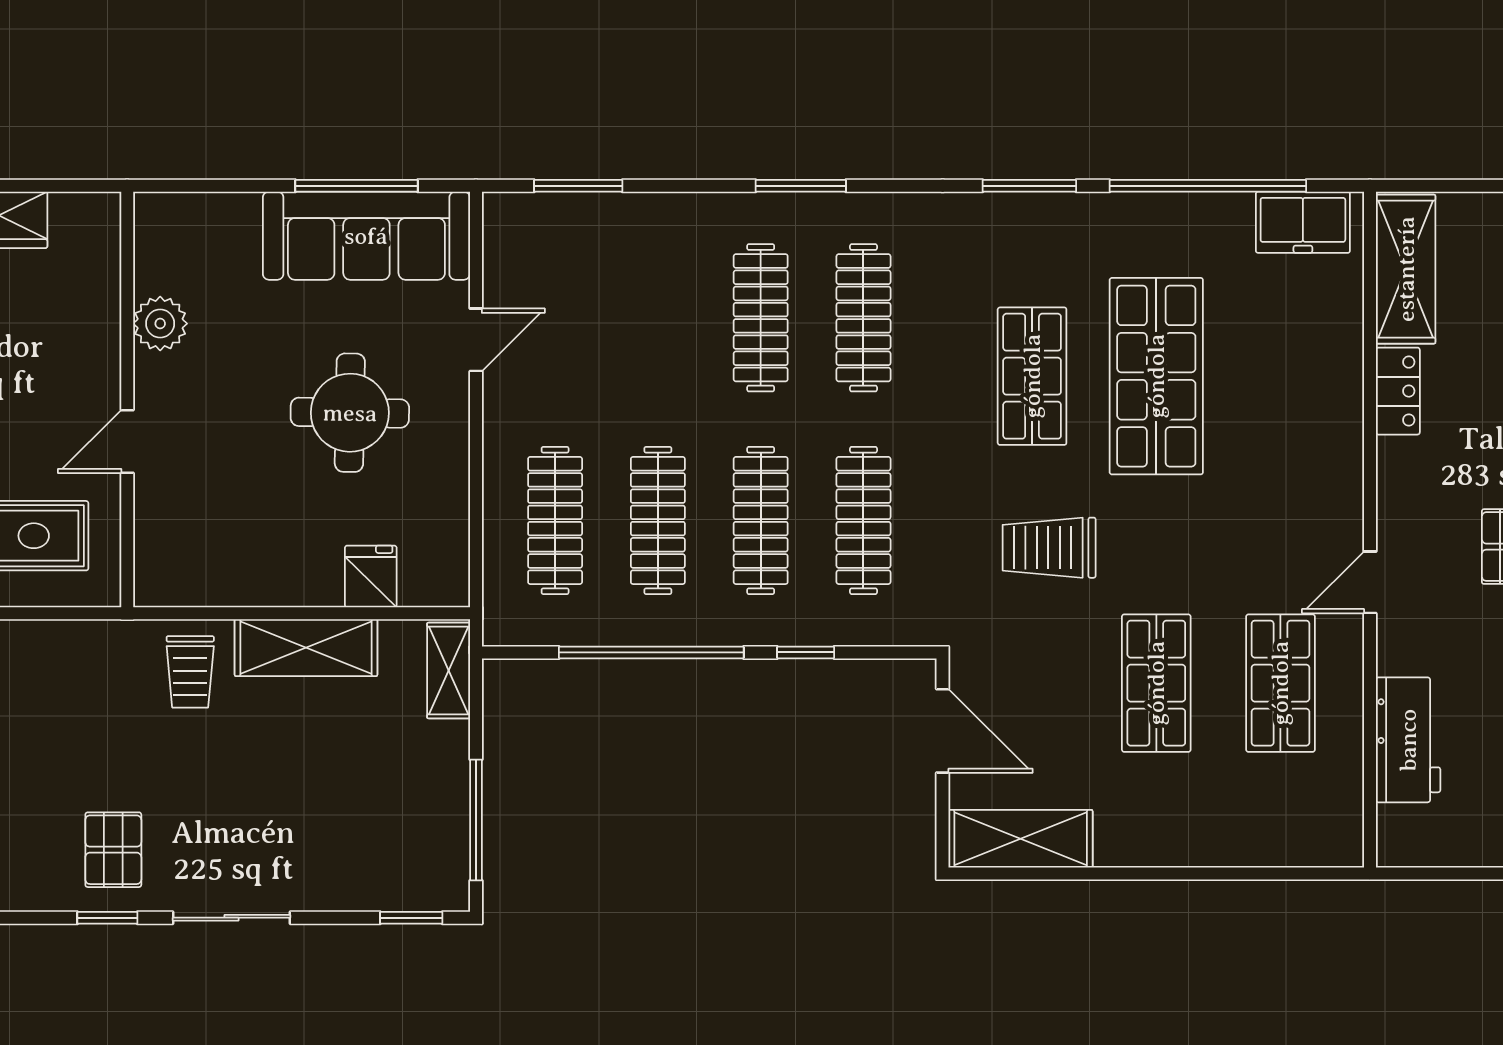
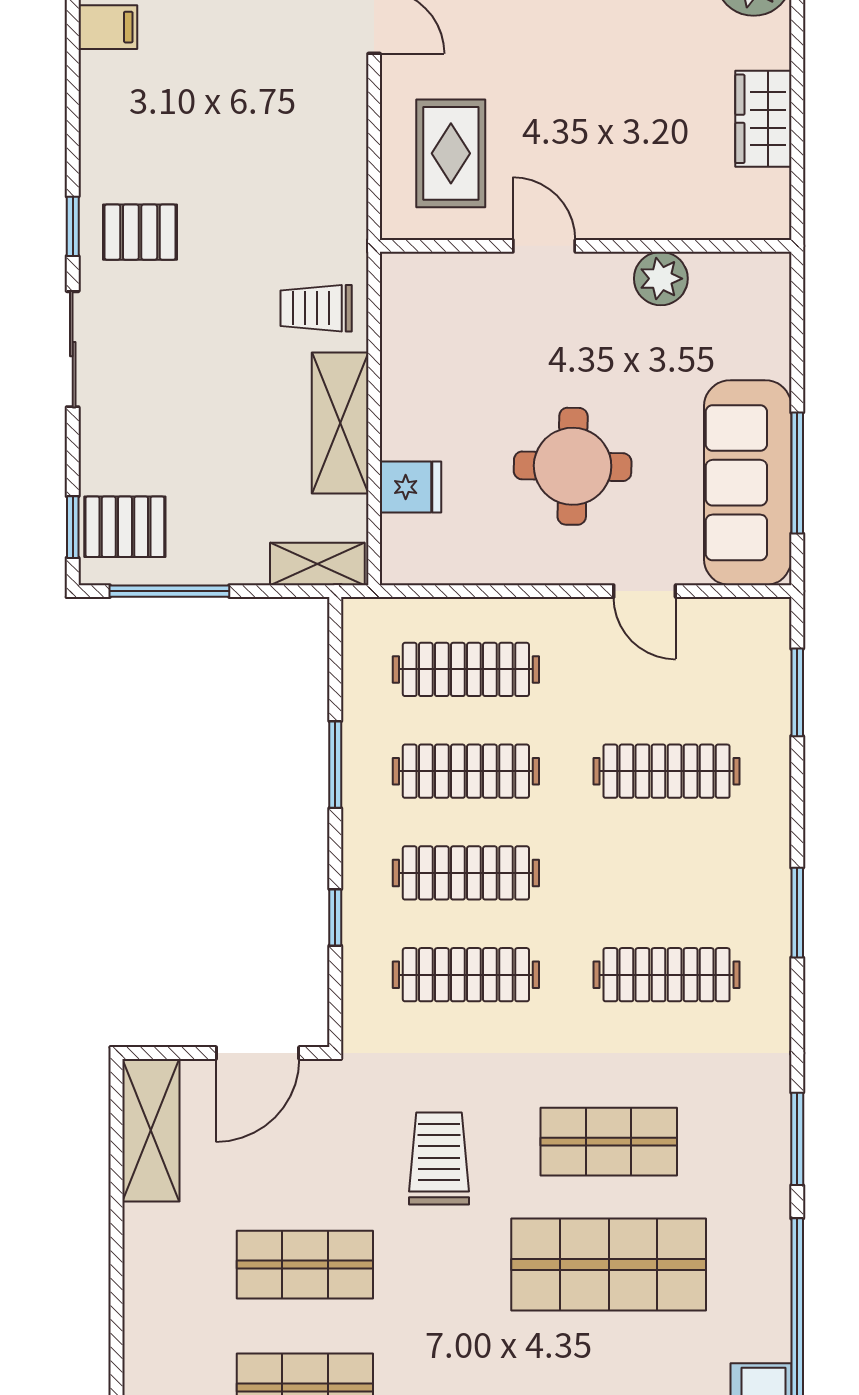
clothes rail: (761, 318) -> (667, 771), moved
window: (651, 652) -> (335, 765), width x0.47
pallet: (411, 865) -> (125, 527), added

